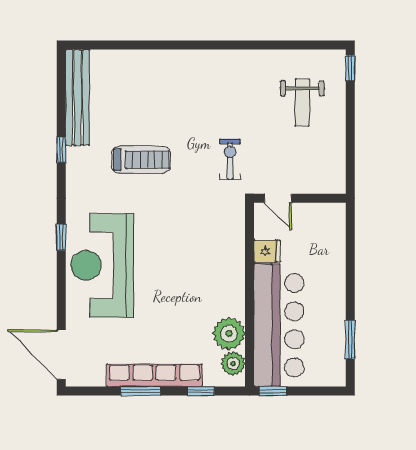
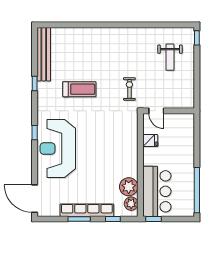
bar counter: (279, 325) -> (157, 191), width x0.73
window: (350, 340) -> (197, 190), width x2.11

